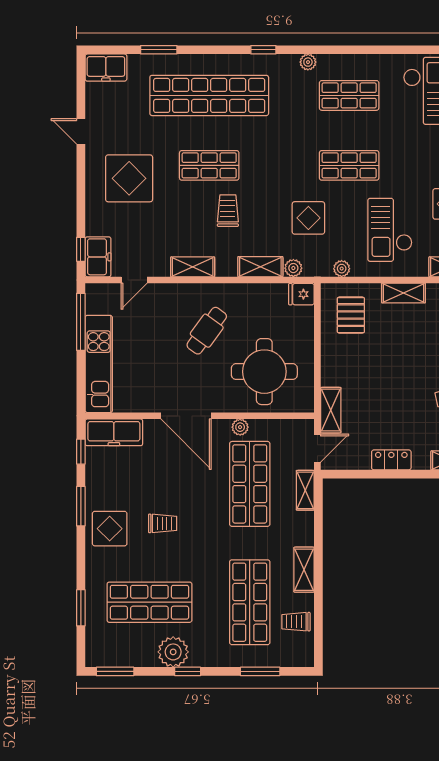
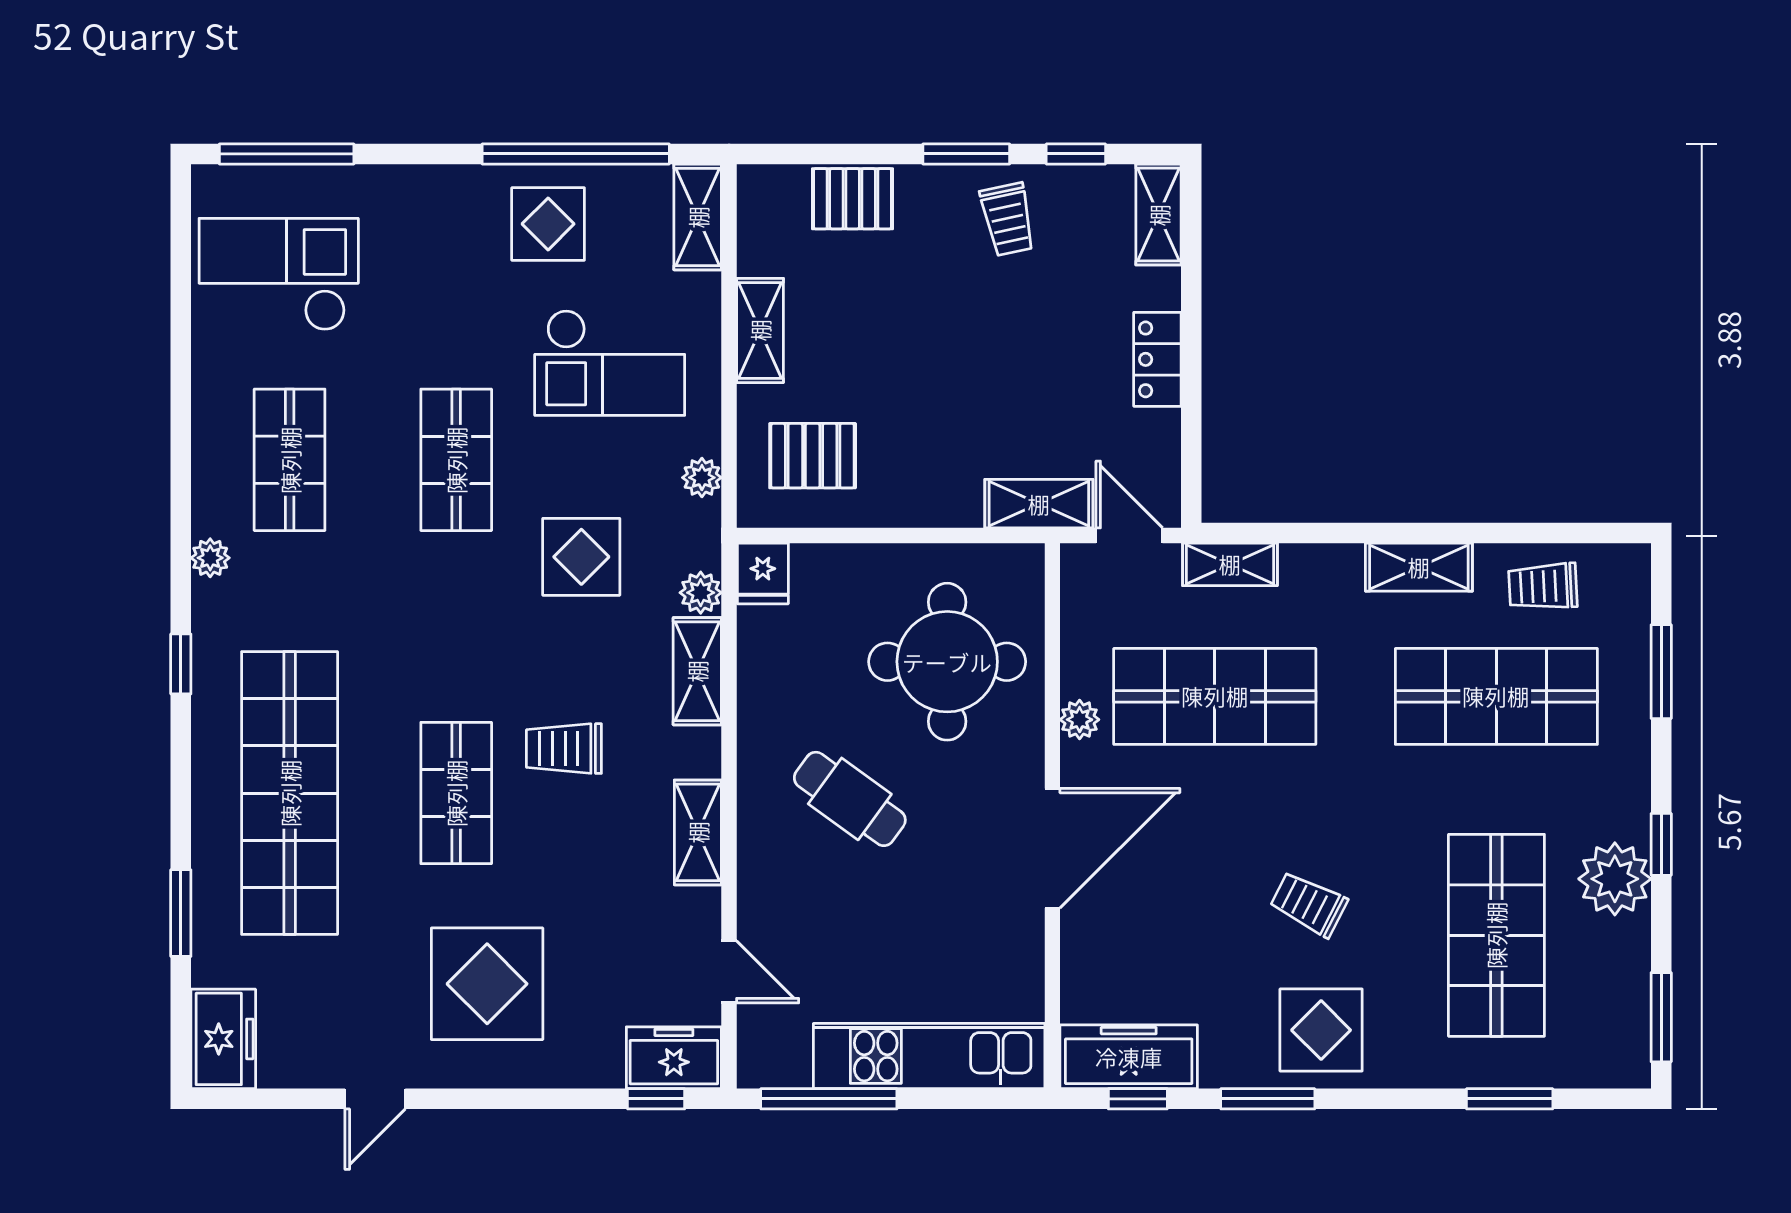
freezer: (114, 432) -> (1129, 1057), moved, turned -90
trolley: (163, 523) -> (1309, 904), turned -63
trolley: (296, 622) -> (1543, 586), turned 87

